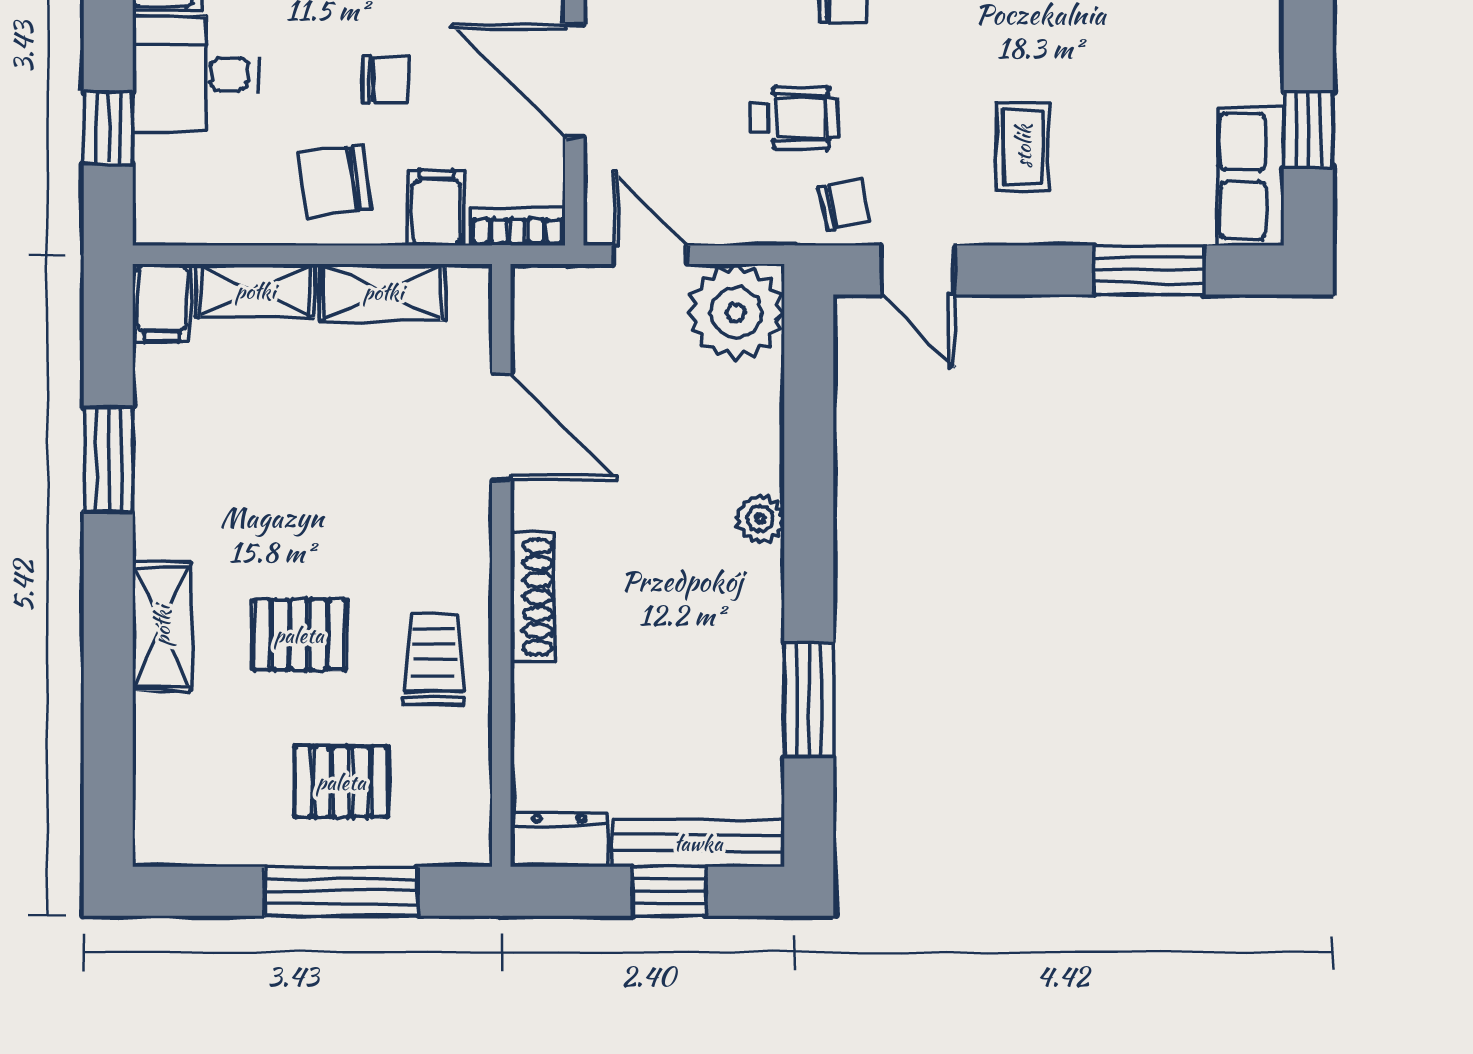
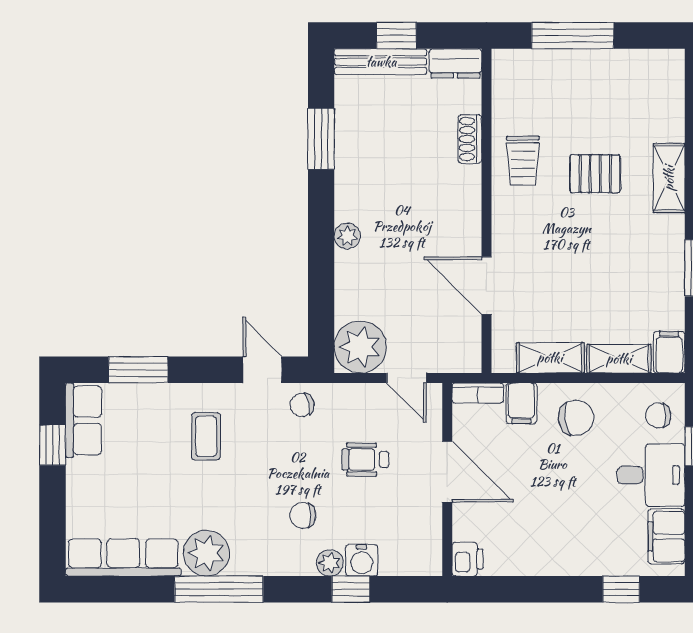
chair: (385, 79) -> (658, 415), moved
wheelchair: (794, 118) -> (365, 460), moved
shoe rack: (532, 597) -> (470, 139), moved, width x0.70
pallet: (341, 782) -> (573, 94), removed

